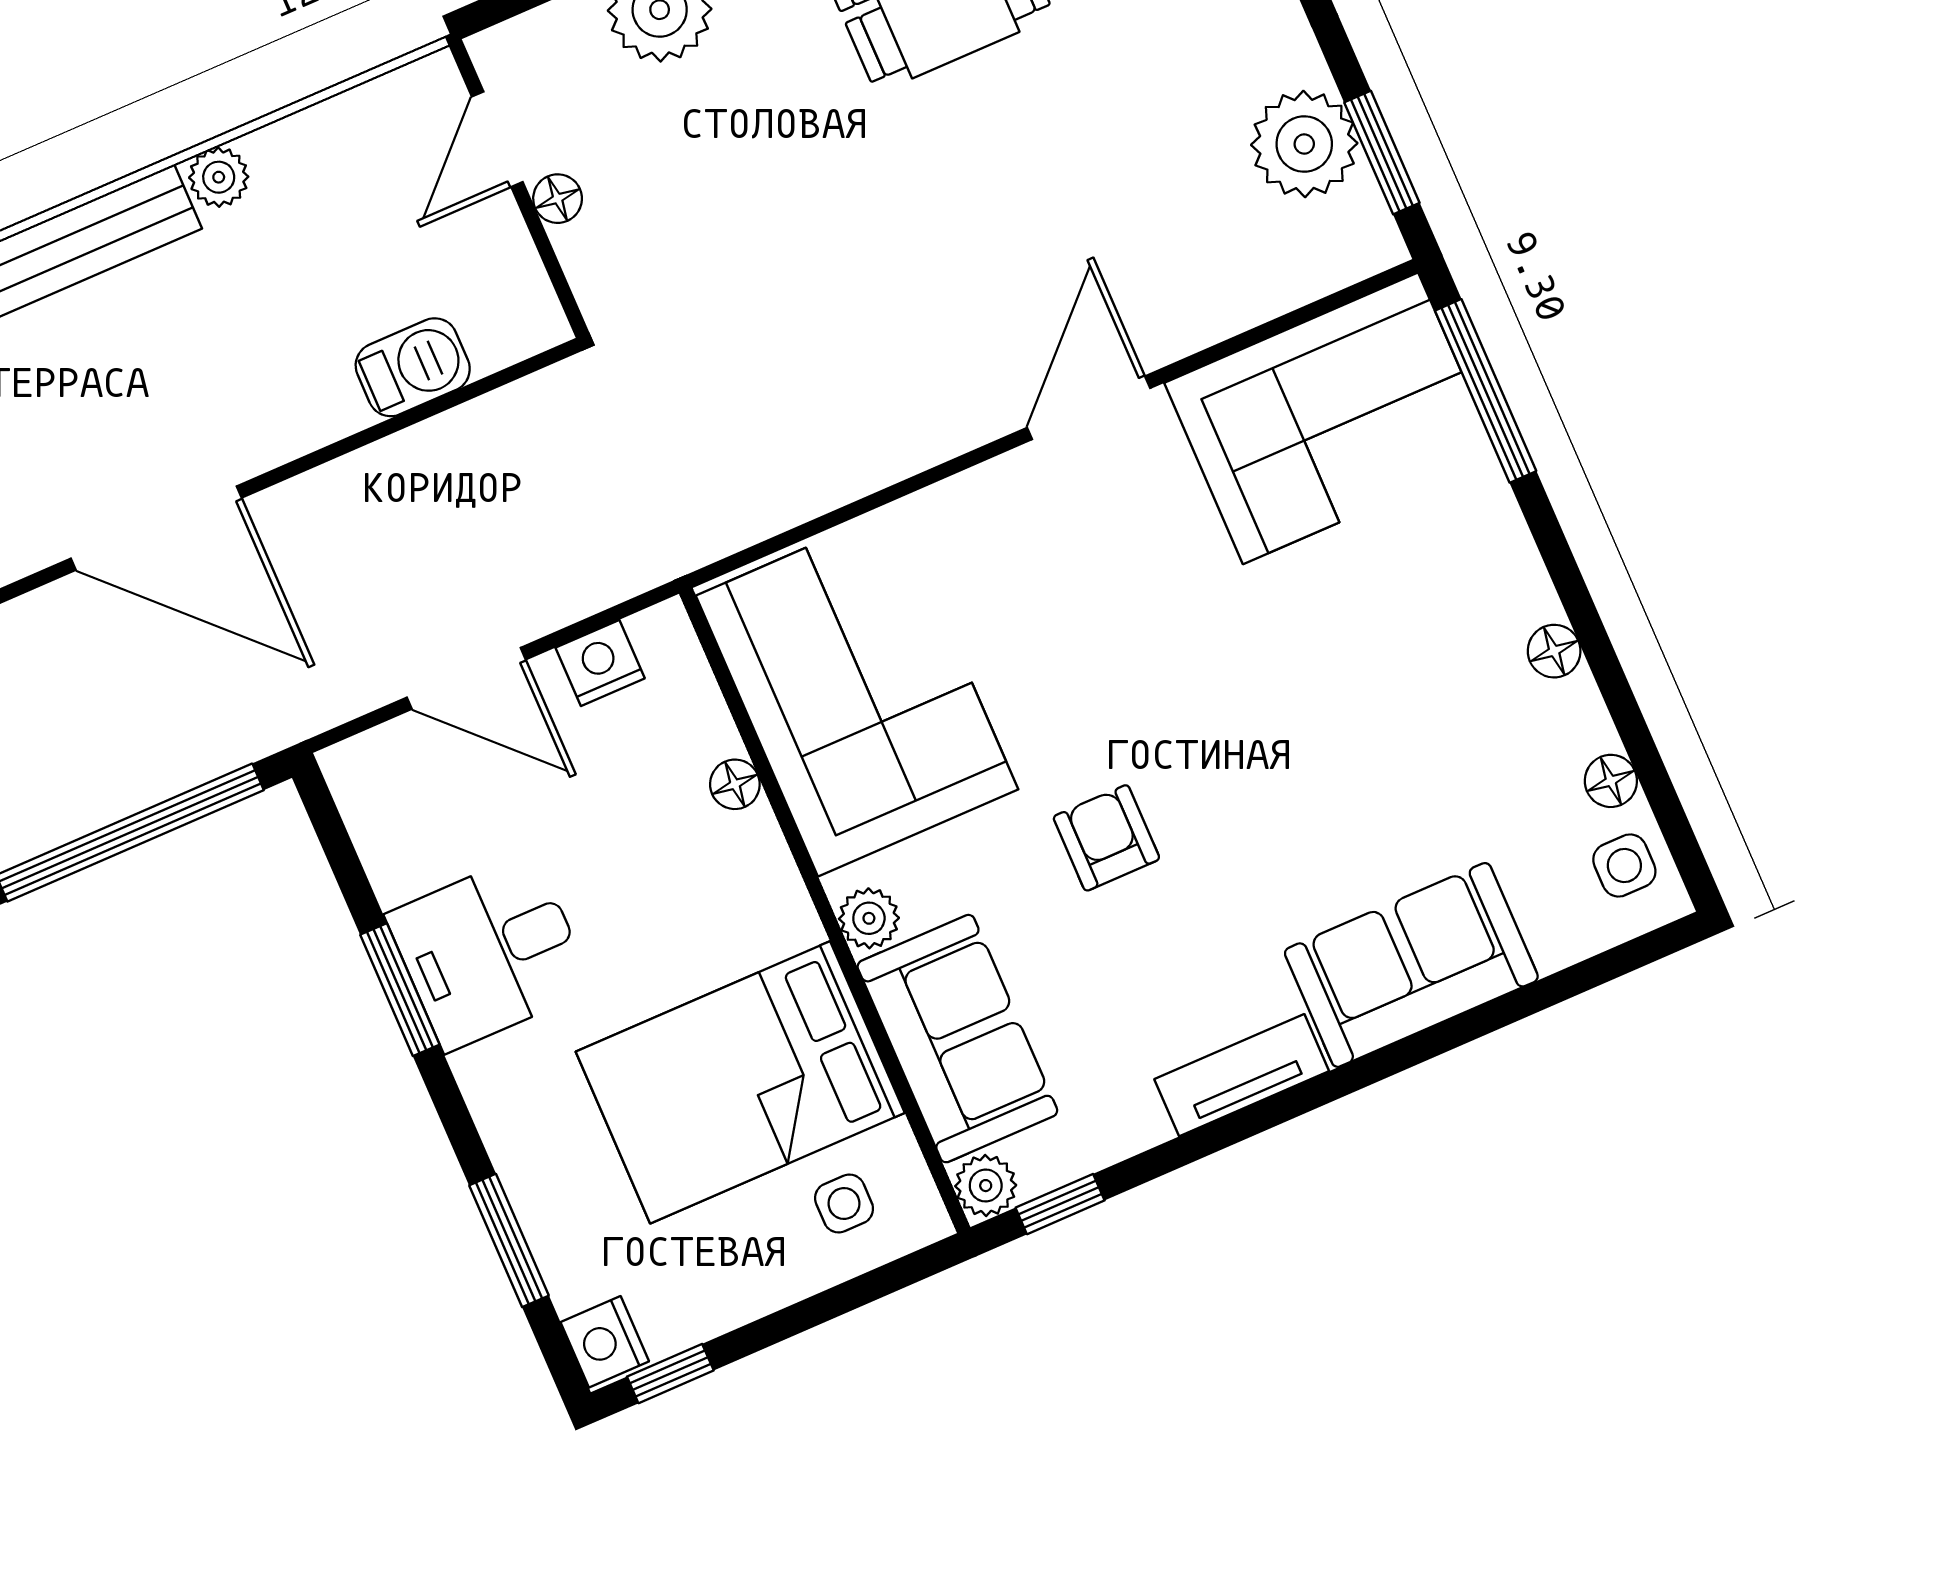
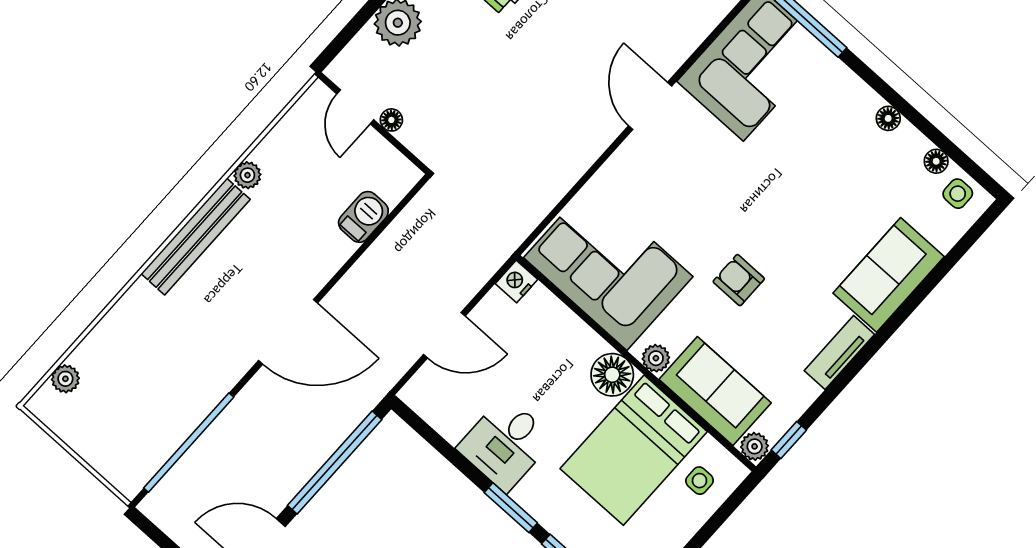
nightstand: (600, 663) -> (516, 282), moved
floor lamp: (735, 784) -> (612, 375), moved, width x1.89, depth x1.89
window: (400, 990) -> (511, 508), moved

